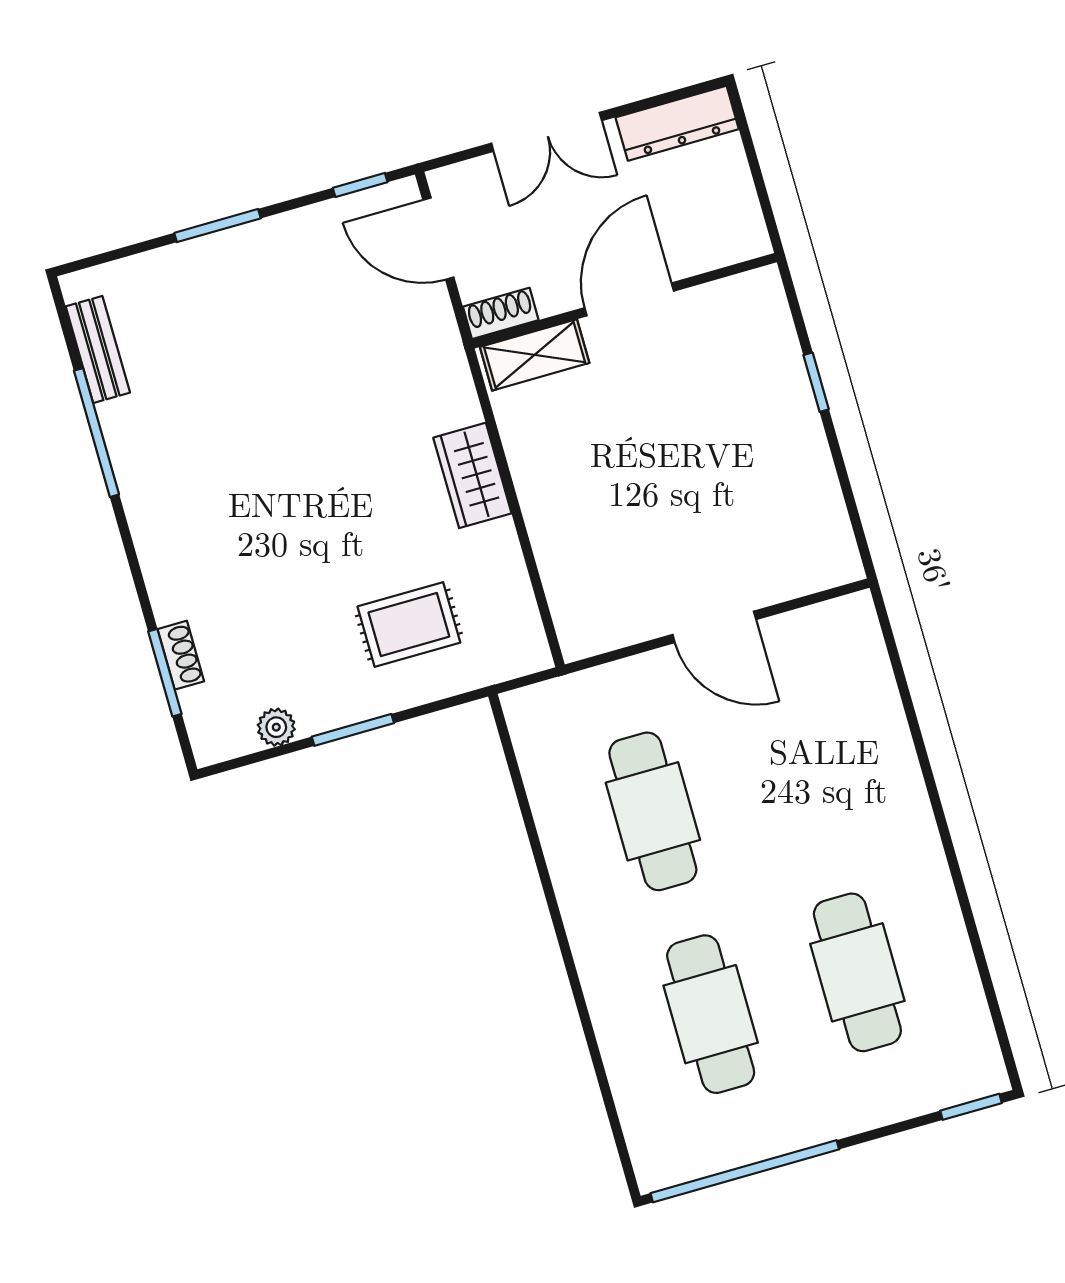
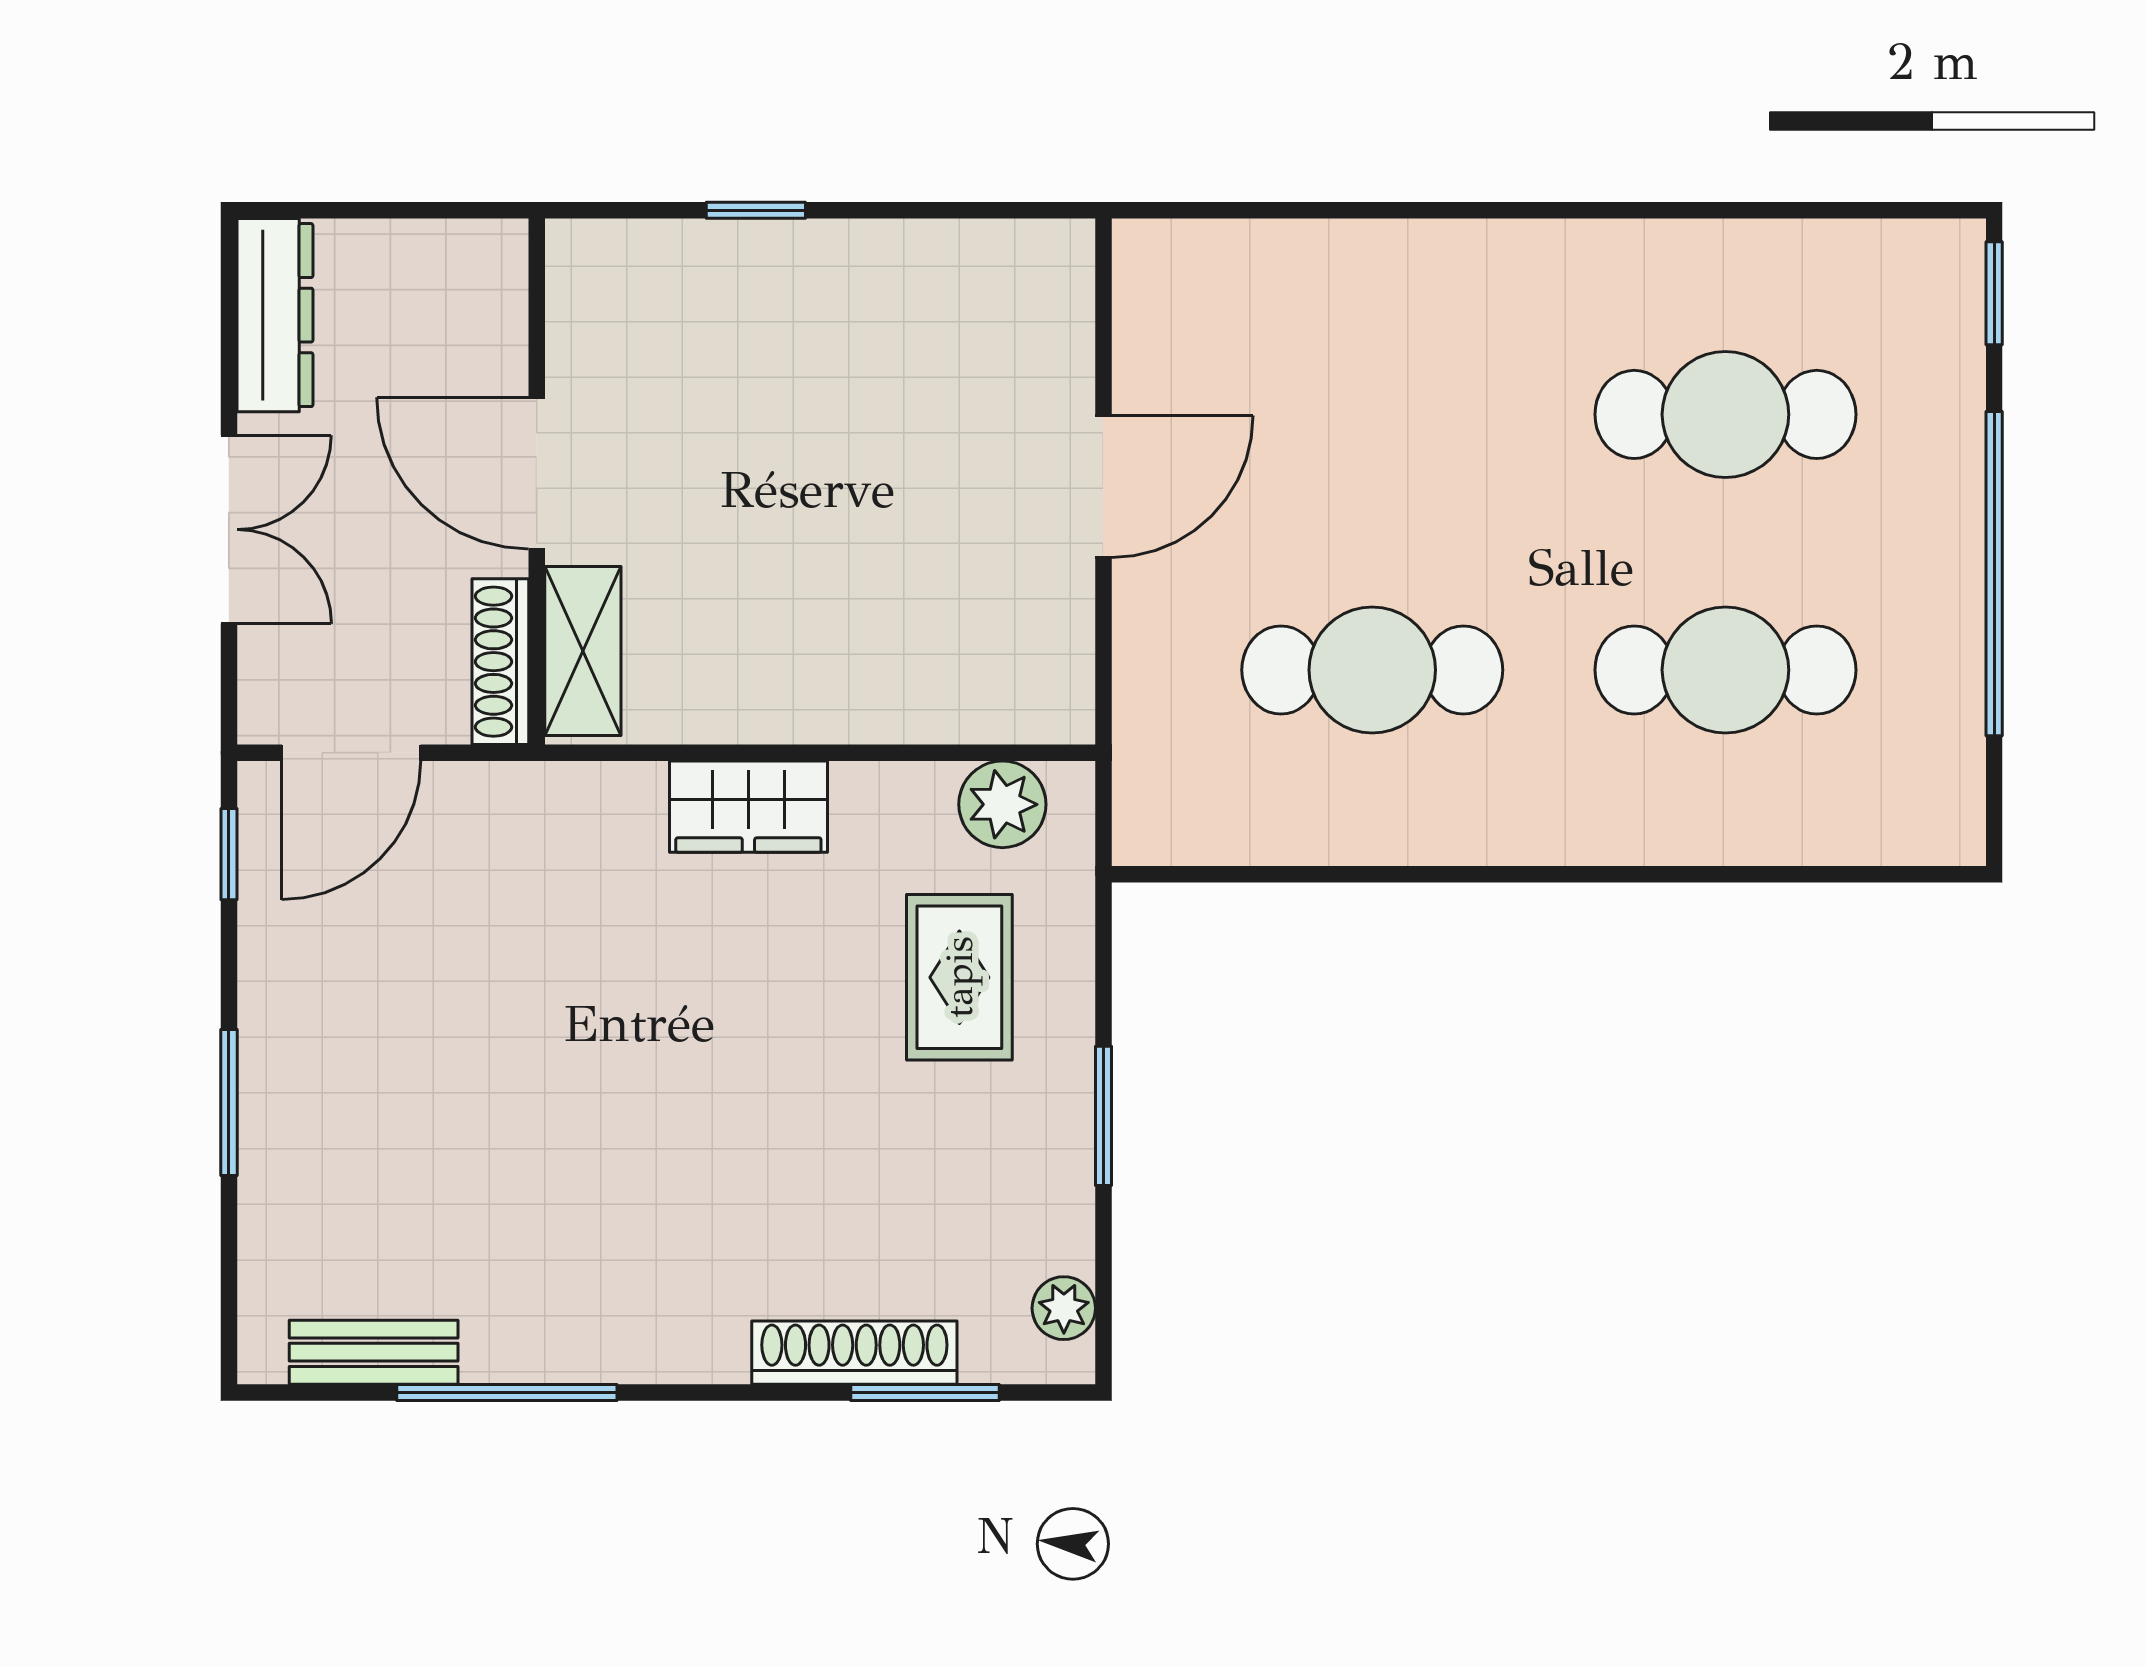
shoe rack: (501, 313) -> (500, 662), width x1.43
plant: (515, 621) -> (1002, 804), added
shoe rack: (181, 655) -> (854, 1353), width x1.94, depth x1.24
plant: (276, 727) -> (1064, 1308), moved
window: (745, 1171) -> (1994, 574), moved

